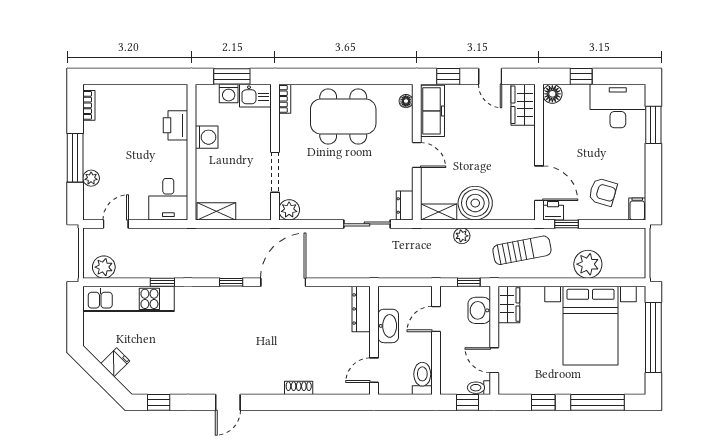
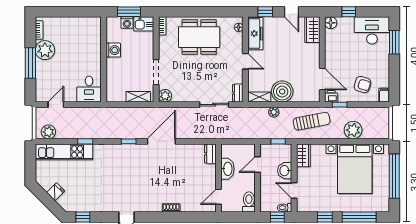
printer: (176, 125) -> (94, 43), removed
plant: (91, 178) -> (45, 50), moved, width x1.87, depth x1.87
shelving: (216, 211) -> (138, 97), moved
dresser: (361, 309) -> (210, 154), width x0.70
washbasin: (479, 310) -> (285, 171), moved

